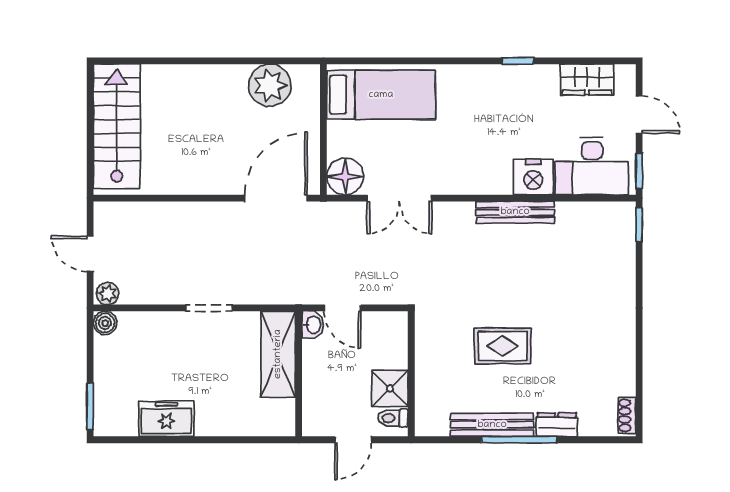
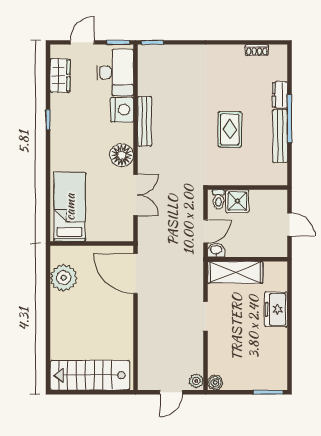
floor lamp: (345, 176) -> (122, 155), moved
shower: (390, 389) -> (237, 201), moved
shoe rack: (627, 415) -> (257, 50), moved
toilet: (393, 418) -> (218, 199), moved
freezer: (166, 419) -> (276, 309), moved

